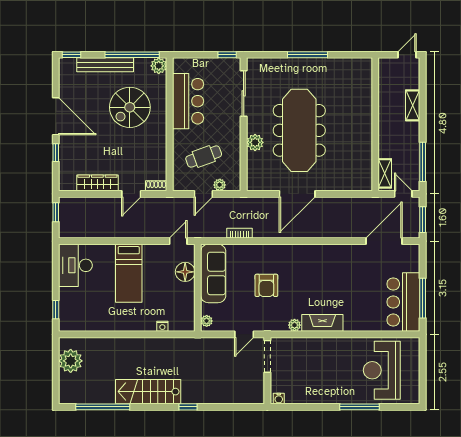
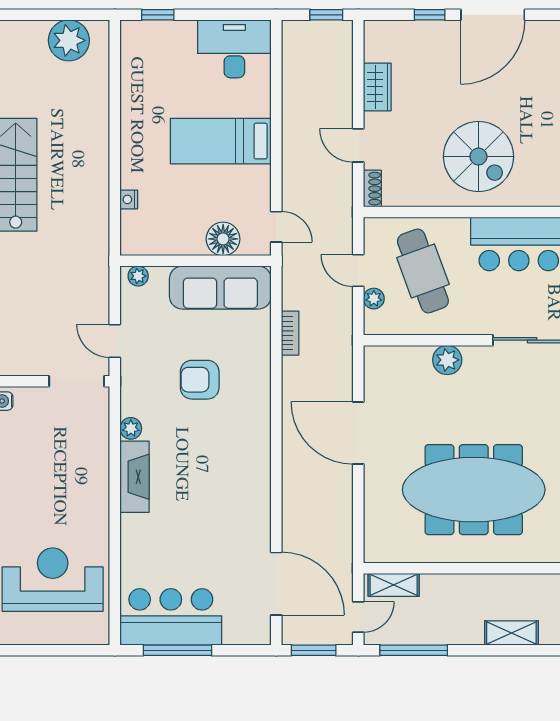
spiral stairs: (130, 107) -> (478, 157), moved, turned 180
meeting table: (299, 130) -> (474, 490), moved
cafe table: (204, 157) -> (423, 271), width x1.37, depth x1.35
wardrobe: (97, 183) -> (377, 87), width x0.67

